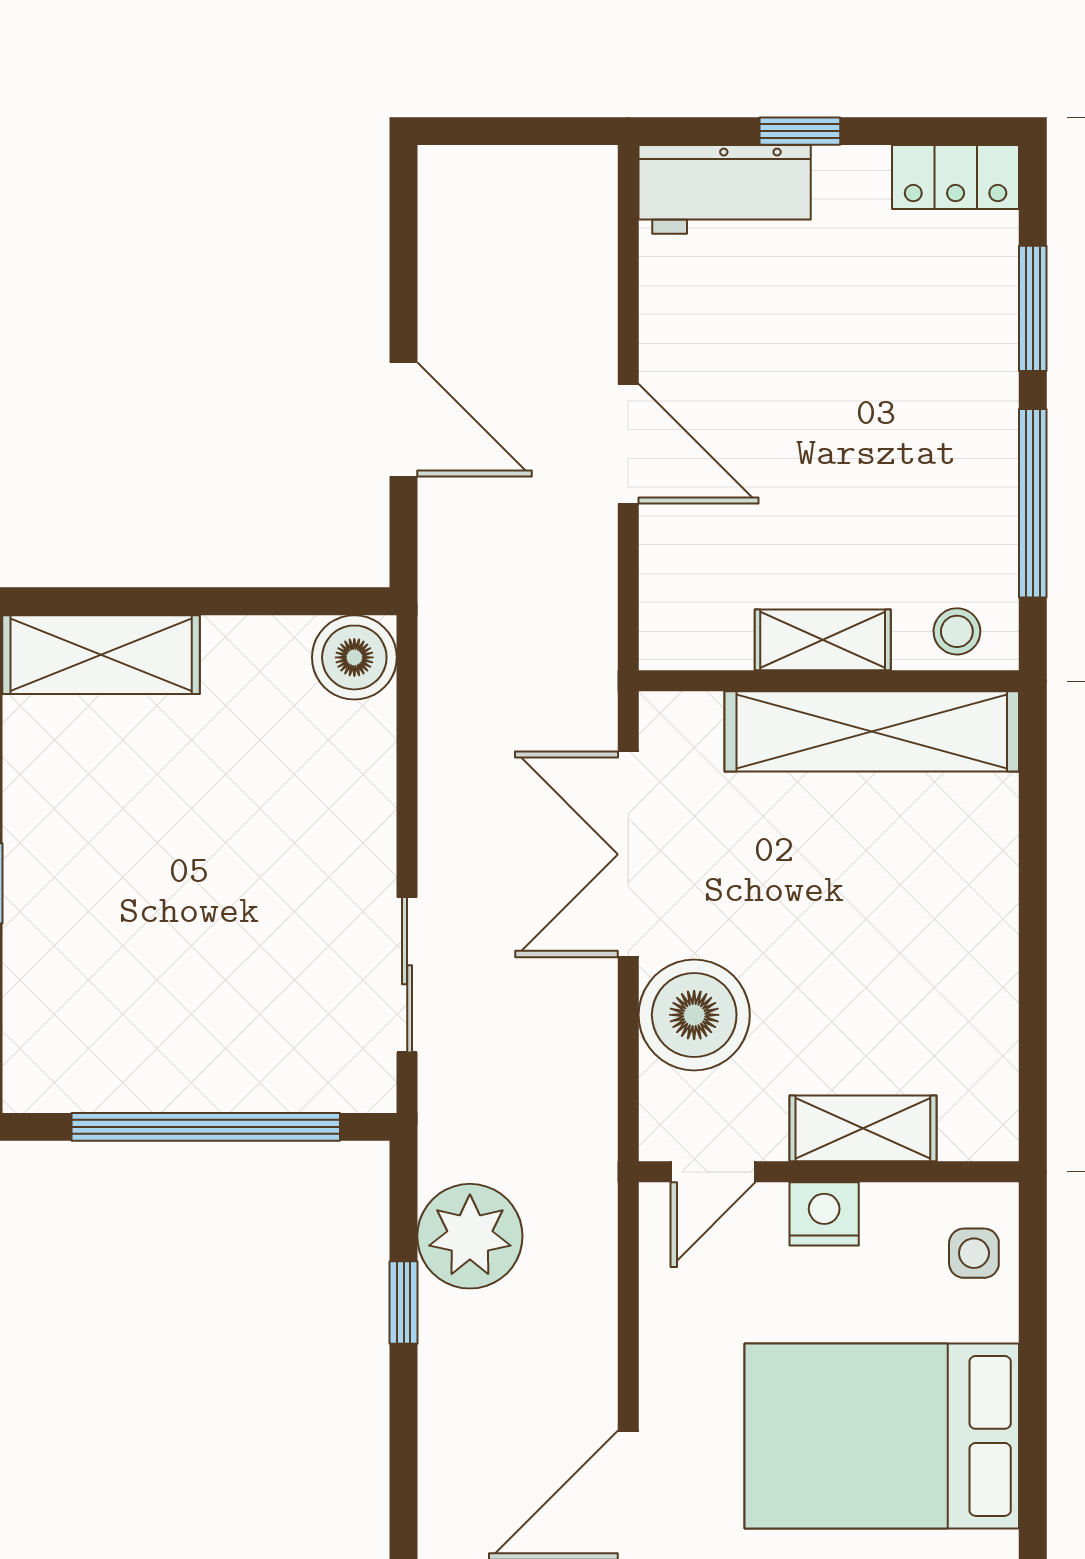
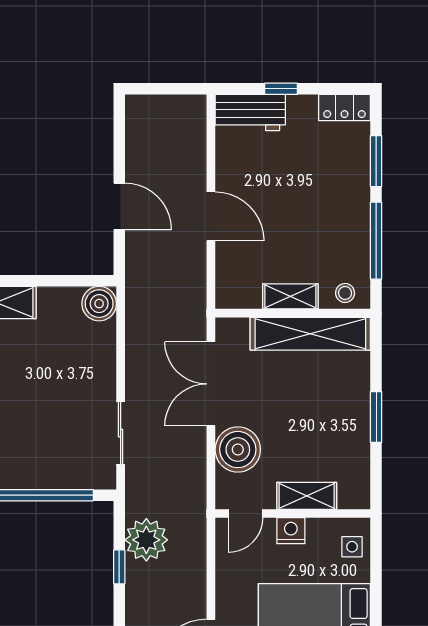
window: (1033, 935) -> (376, 417), added

